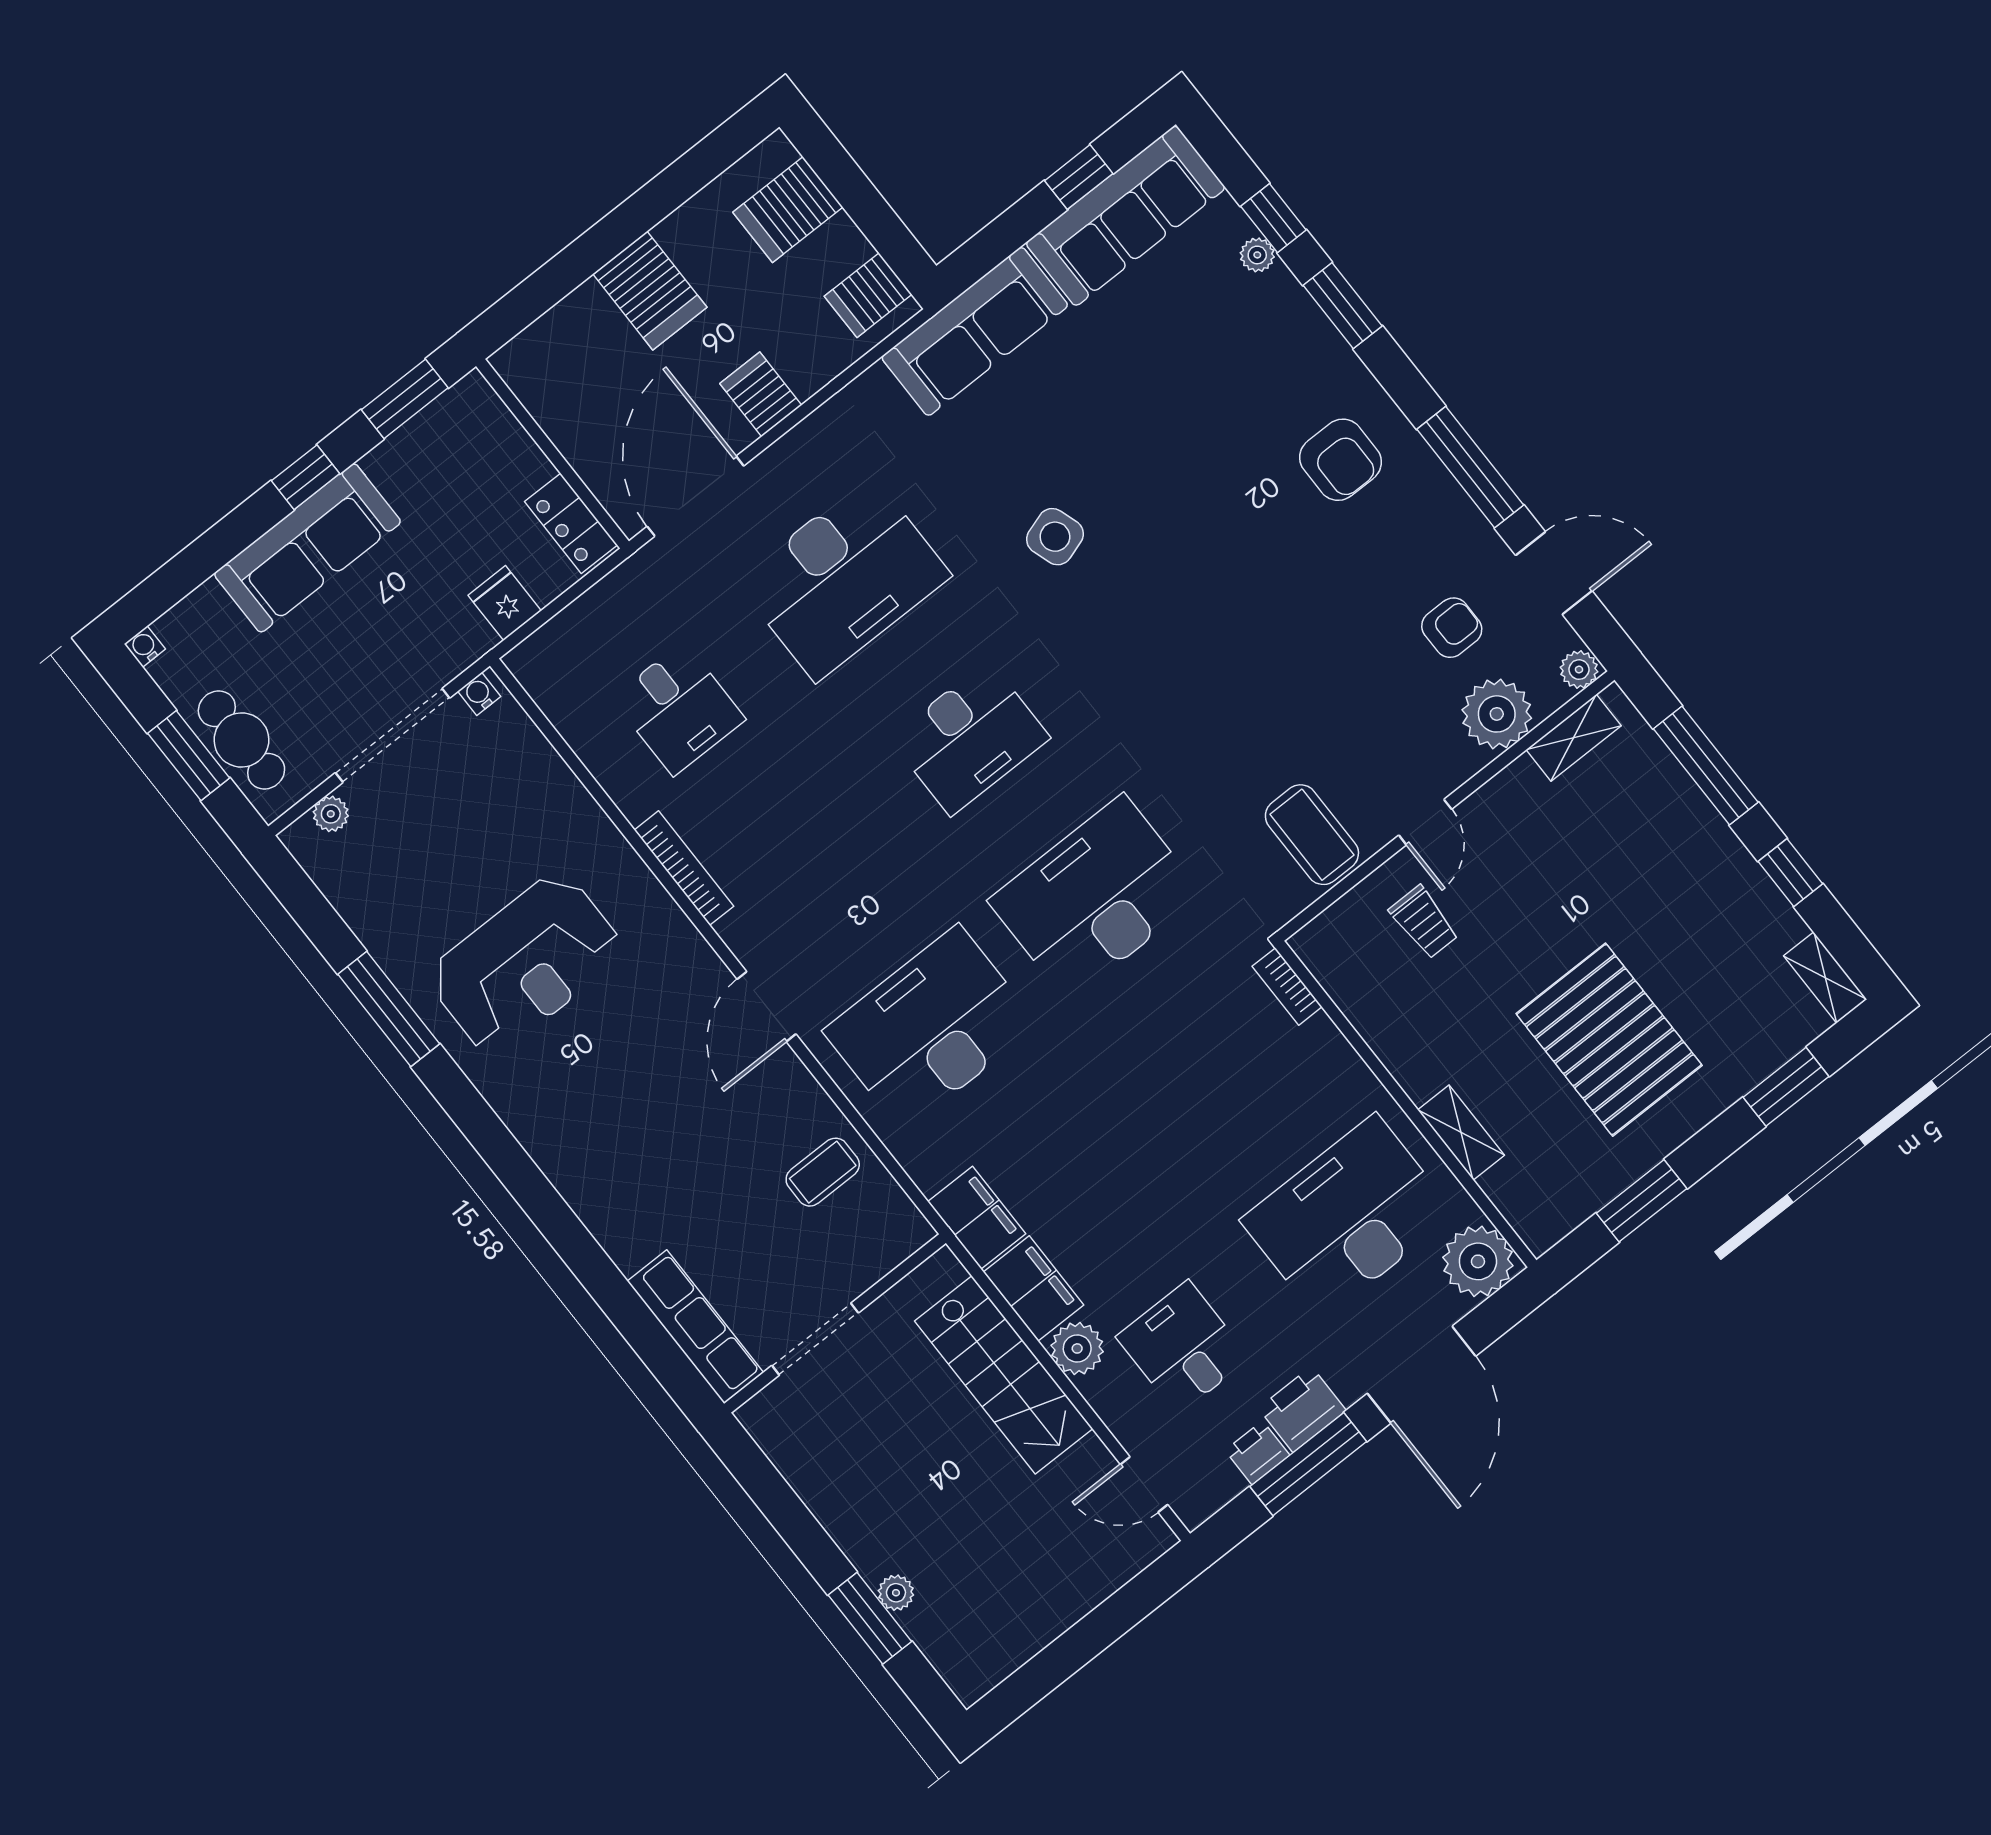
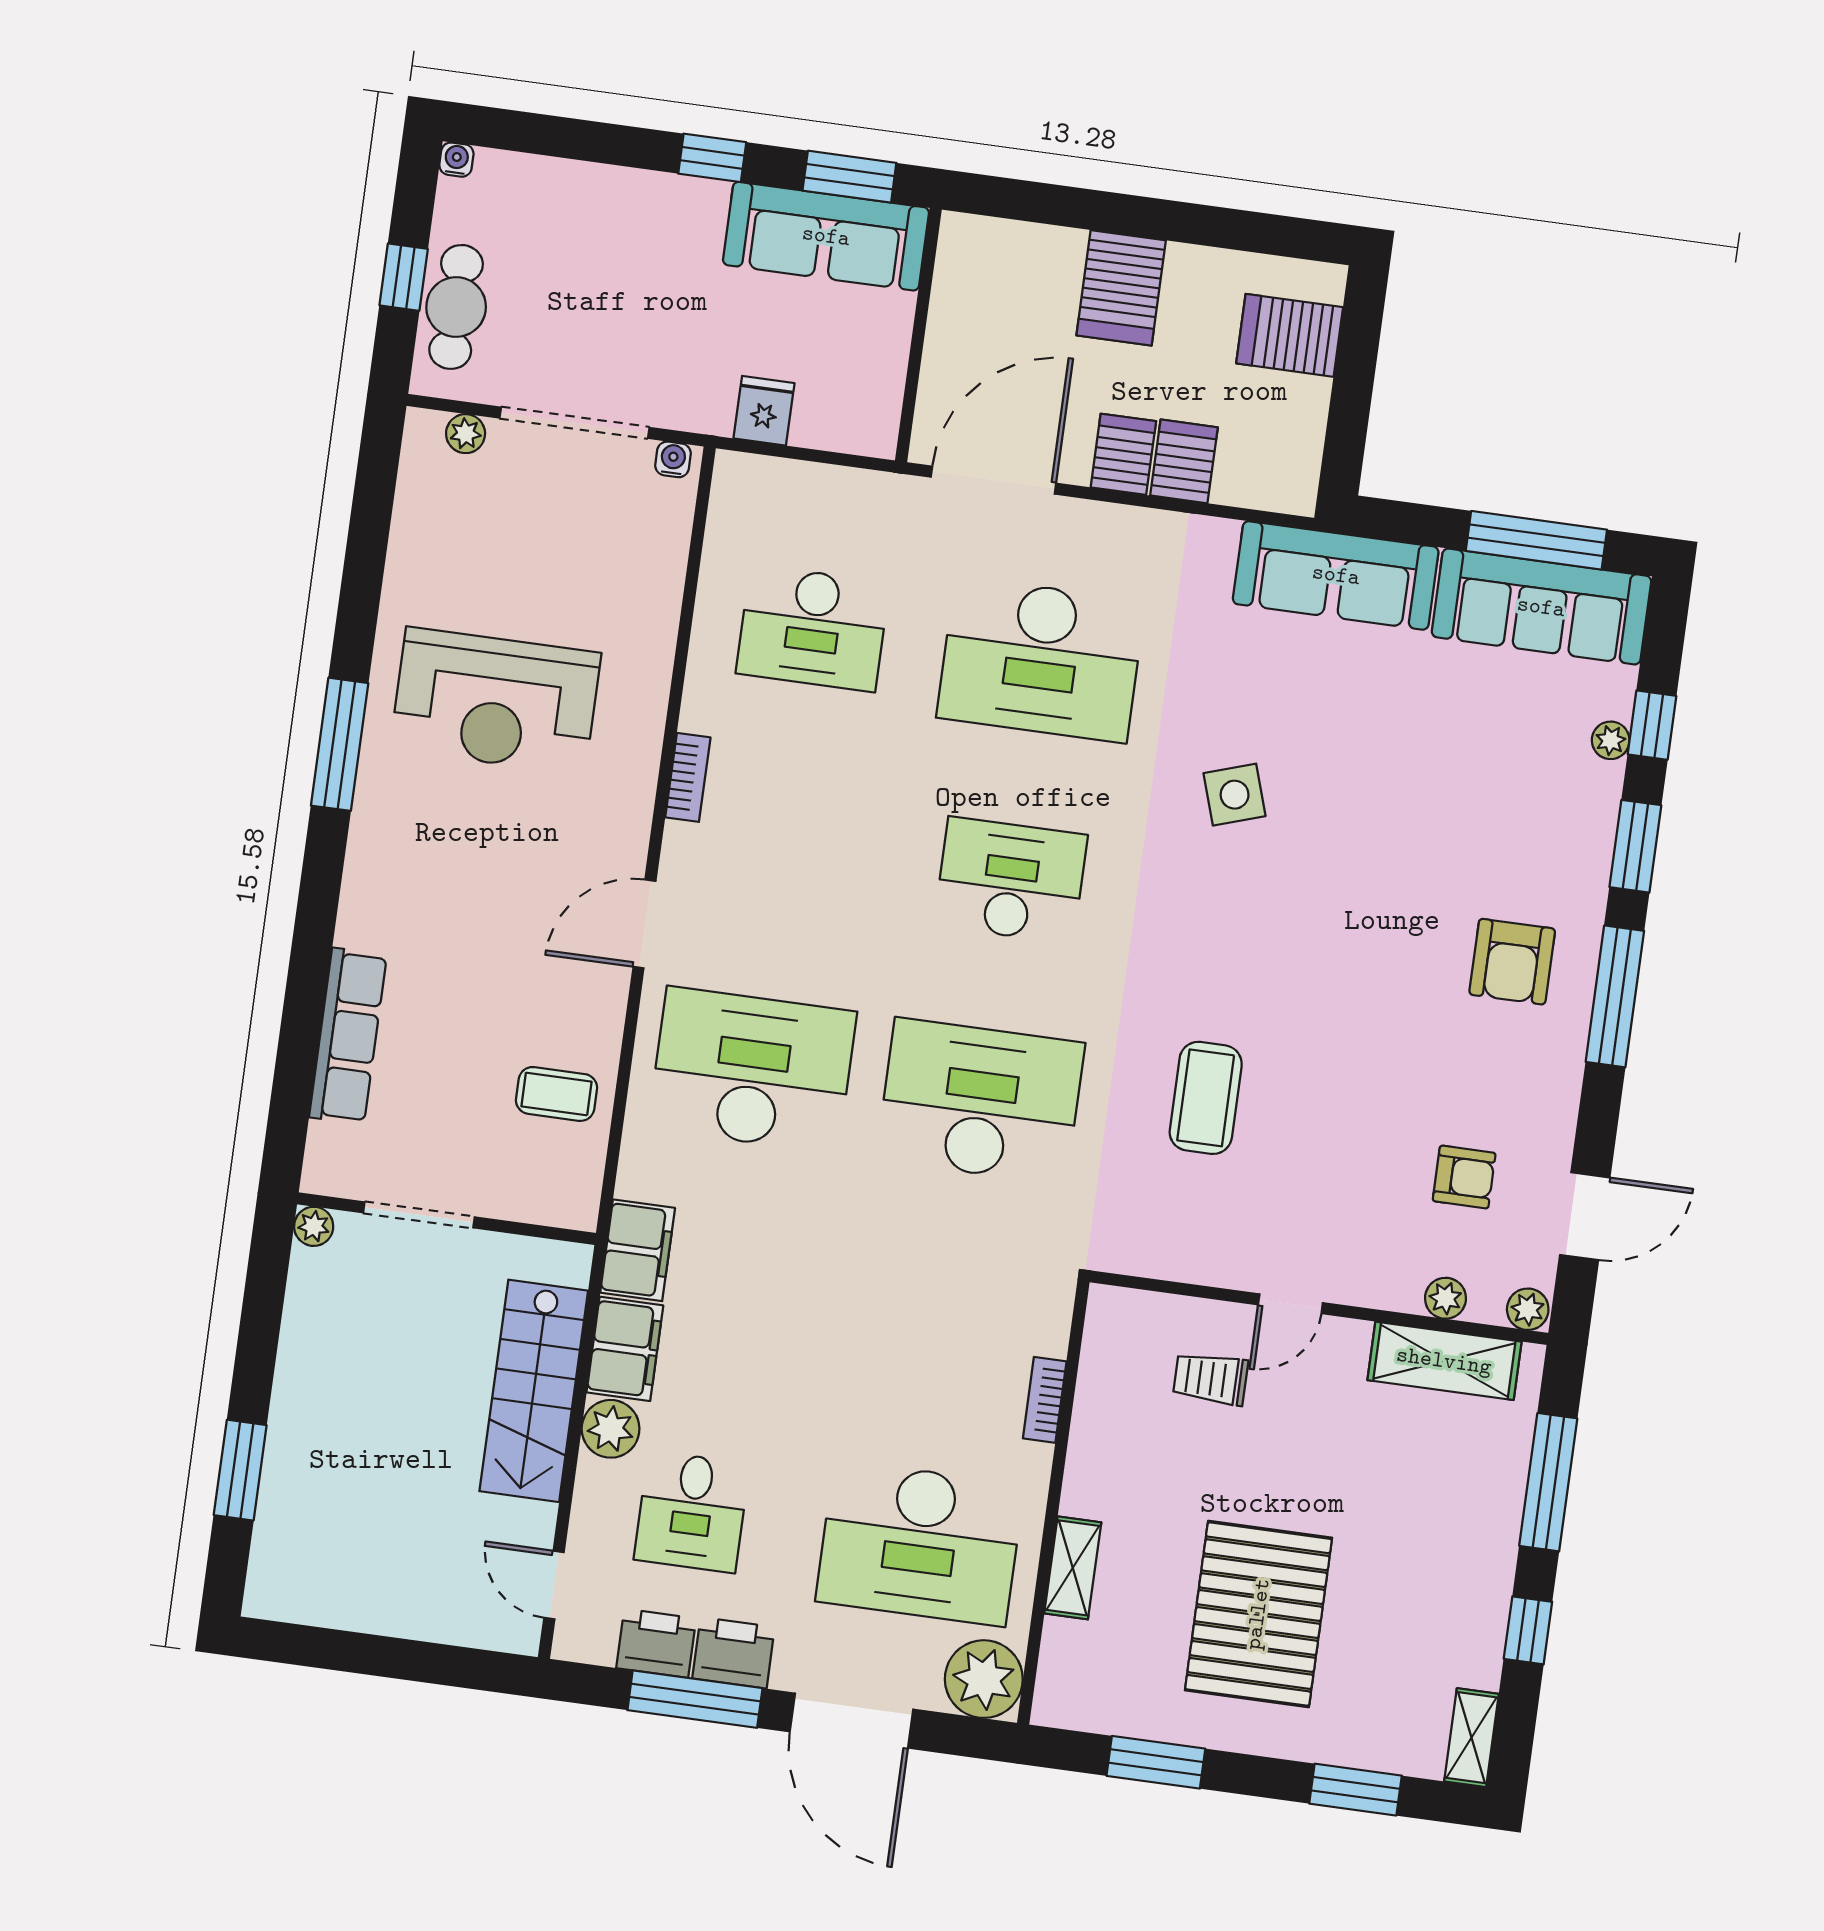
window: (1079, 177) -> (1536, 540), width x2.17
server rack: (868, 295) -> (1184, 461), moved, turned 90
window: (1470, 467) -> (1615, 996), moved
locker: (571, 523) -> (877, 403), removed
sofa: (308, 548) -> (826, 236), moved
door: (1554, 573) -> (1585, 1216), hinge flipped
desk: (679, 709) -> (813, 628), width x1.37
plant: (1497, 714) -> (1445, 1298), width x0.53, depth x0.53
desk: (970, 738) -> (1011, 880), turned 180
shelving: (1574, 738) -> (1444, 1361), width x1.50, depth x1.33
window: (189, 756) -> (404, 277), width x0.67
coffee table: (1312, 835) -> (1206, 1098), moved
bookcase: (684, 868) -> (688, 777), width x0.64
trolley: (1424, 922) -> (1211, 1379), turned 90
bookcase: (1287, 987) -> (1045, 1400), moved
window: (389, 1009) -> (340, 744), moved
desk: (1348, 1217) -> (920, 1543), turned 180
row of seats: (695, 1327) -> (348, 1036), moved
desk: (1183, 1347) -> (692, 1512), turned 180
door: (1422, 1375) -> (852, 1721), hinge flipped
printer: (1257, 1453) -> (656, 1643), width x1.36, depth x1.24
plant: (896, 1593) -> (314, 1226), moved

